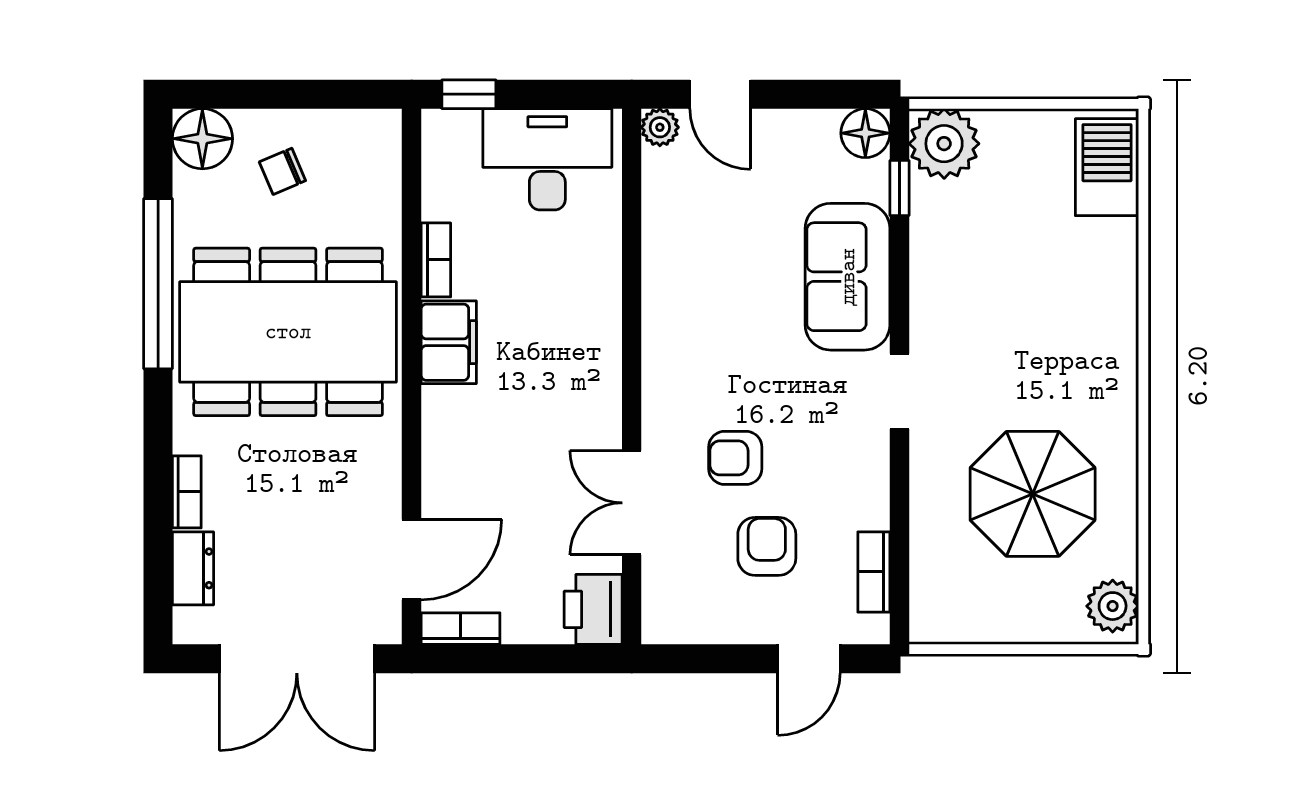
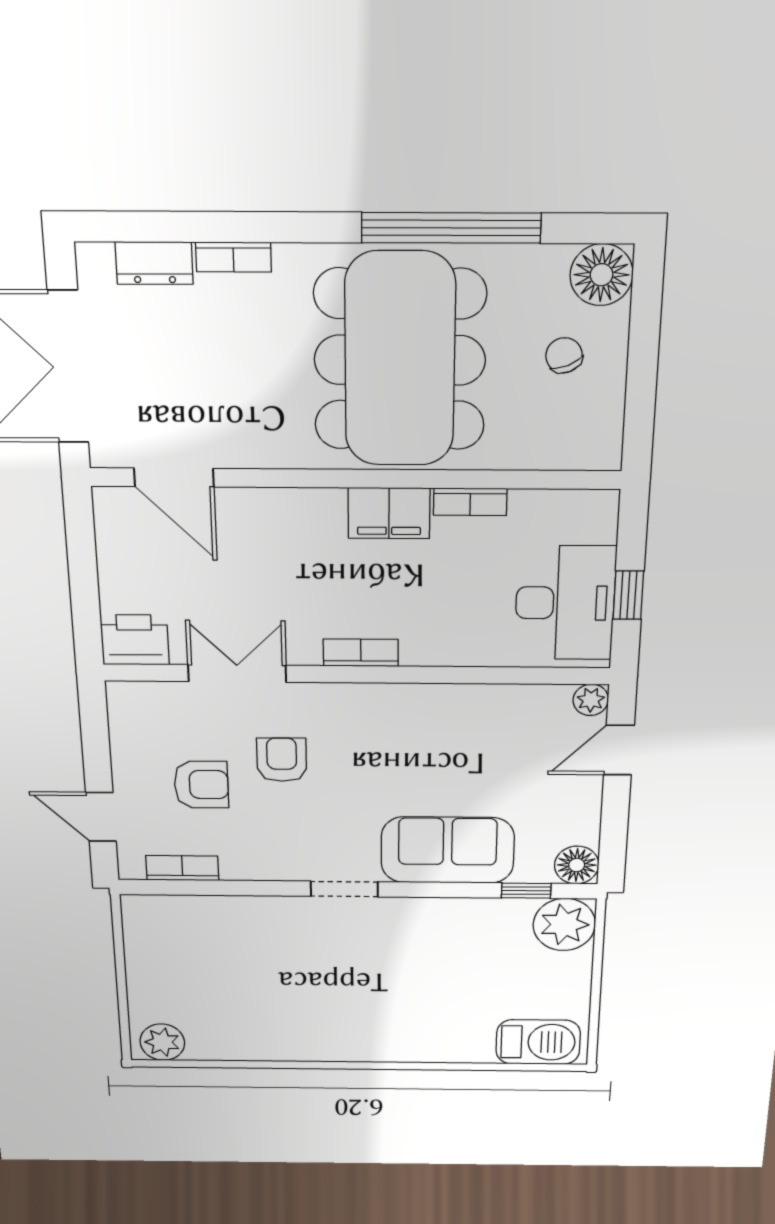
window: (469, 94) -> (628, 595), moved
parasol: (1033, 494) -> (256, 986), removed
bookcase: (461, 629) -> (361, 653), moved, turned -90

